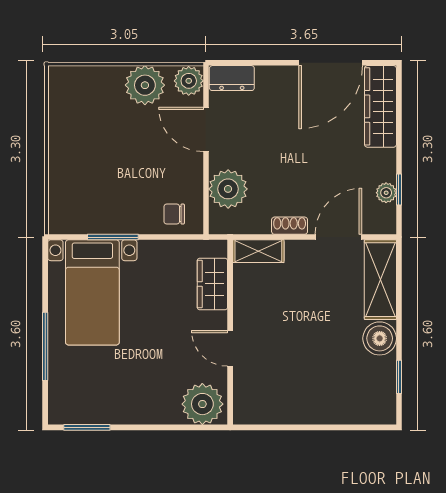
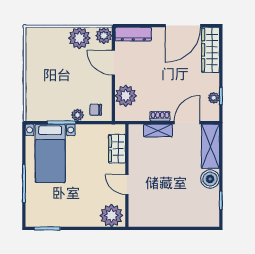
dresser: (232, 78) -> (133, 34), width x1.44
plant: (142, 223) -> (78, 115), added
shelving: (258, 251) -> (158, 130), moved

